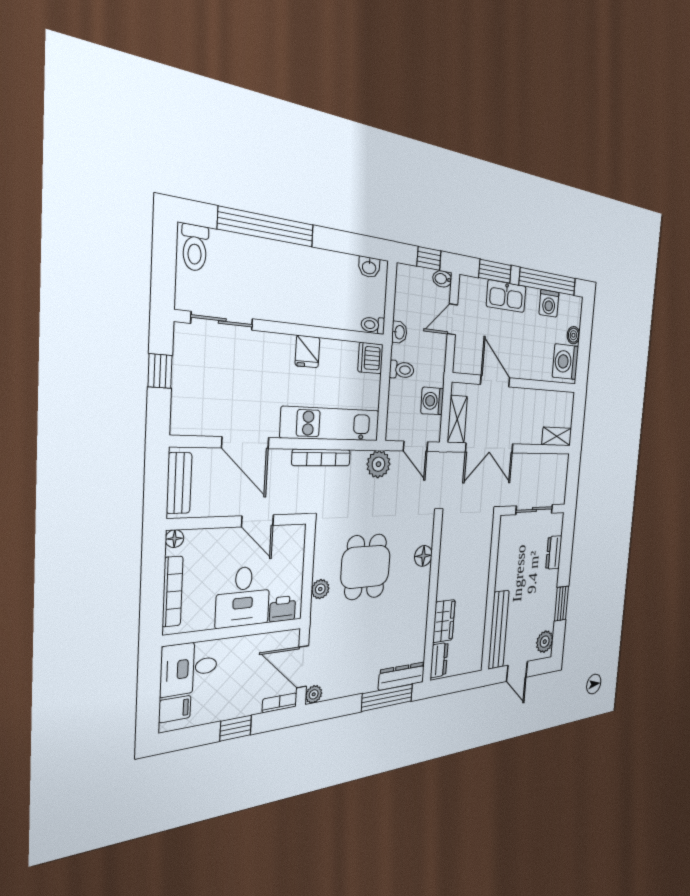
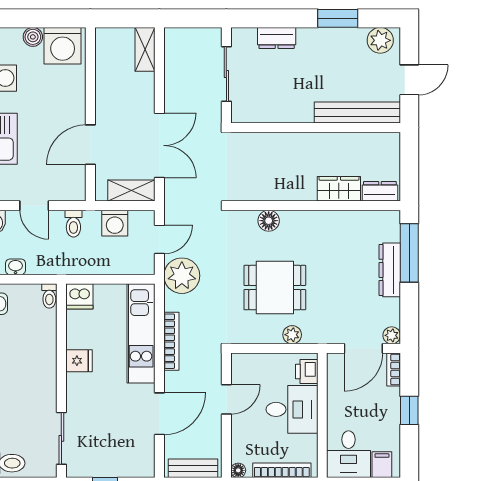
washbasin: (399, 332) -> (16, 267), moved
toilet: (402, 370) -> (73, 224), moved, turned 180
plant: (378, 464) -> (182, 276), width x1.36, depth x1.36
dresser: (402, 676) -> (390, 270), moved

